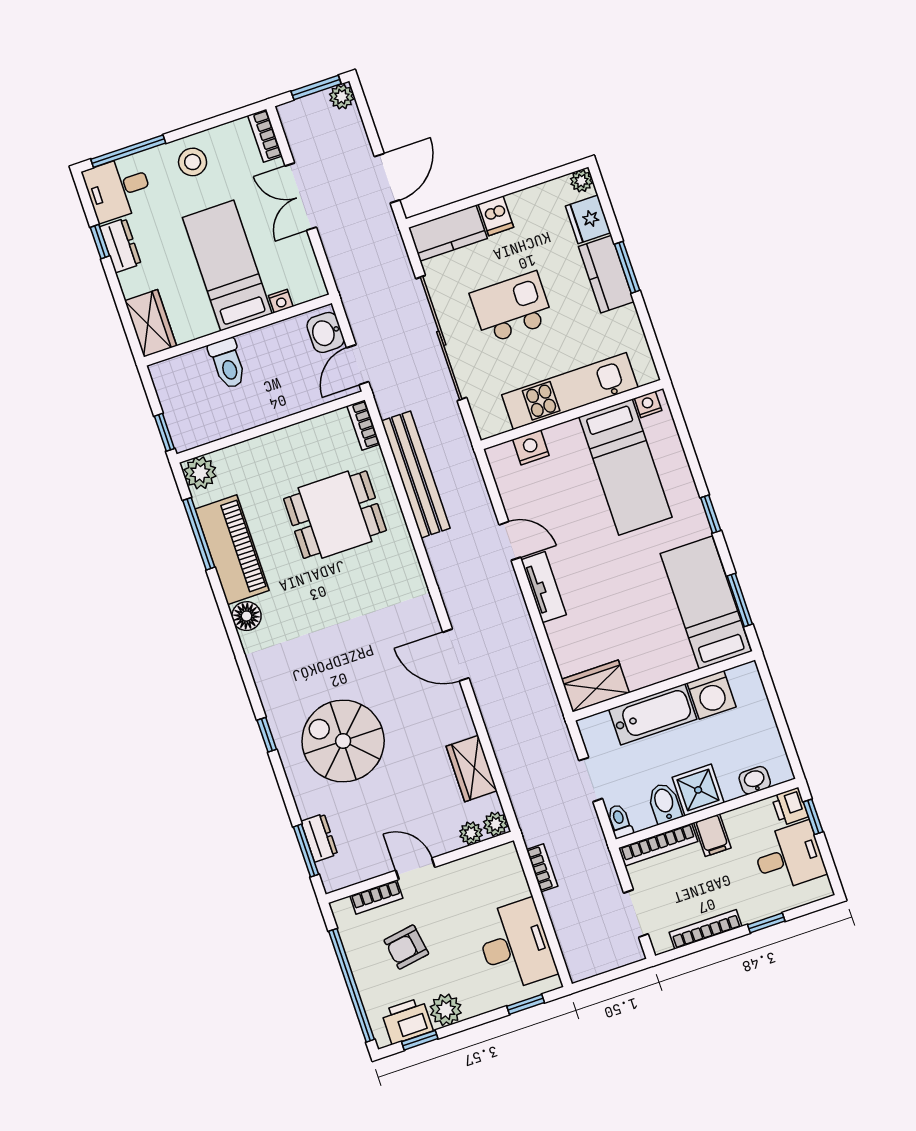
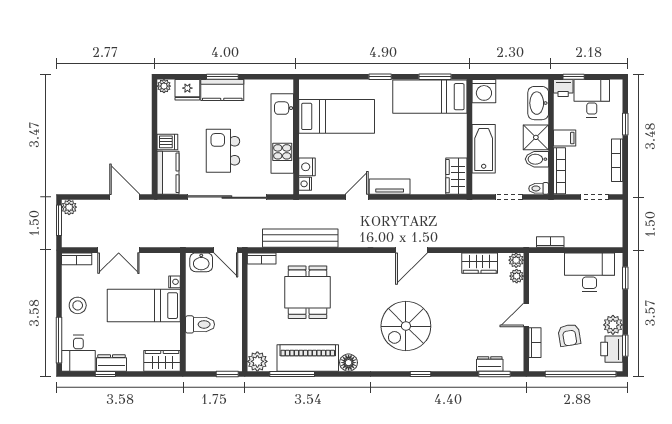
nightstand: (648, 404) -> (305, 184), moved
washing machine: (711, 695) -> (484, 91), moved, turned 90
spiral stairs: (343, 741) -> (406, 326), moved
washbasin: (755, 780) -> (538, 103), width x1.91, depth x1.45

